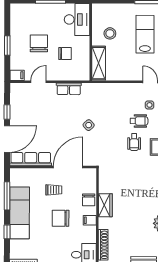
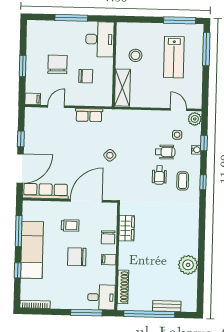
lab bench: (145, 34) -> (174, 57), turned 180
wardrobe: (105, 205) -> (127, 228), moved

